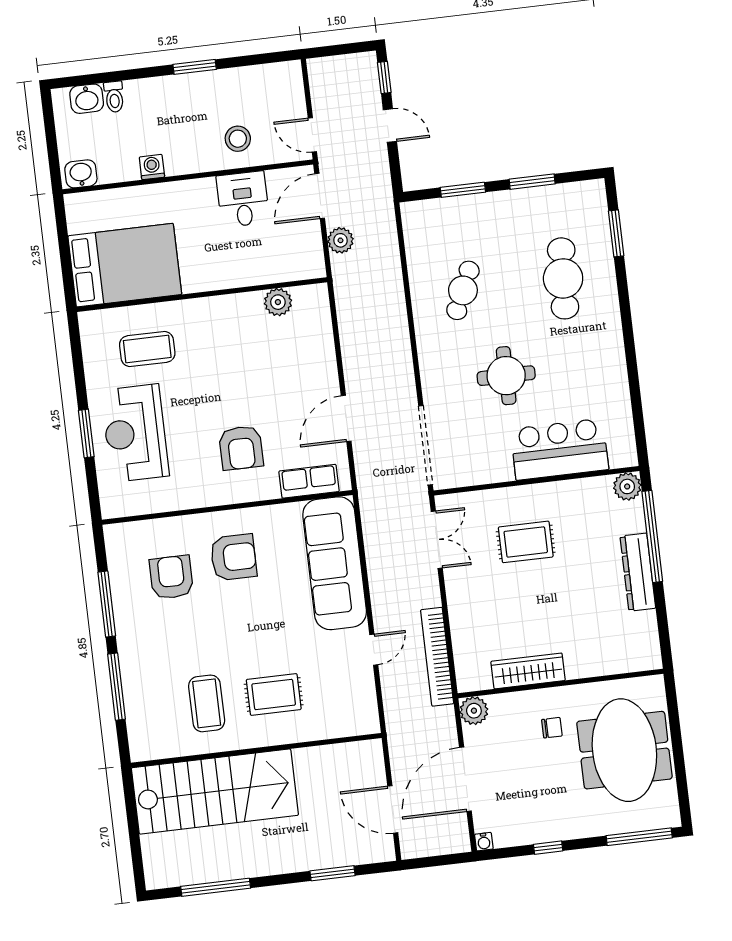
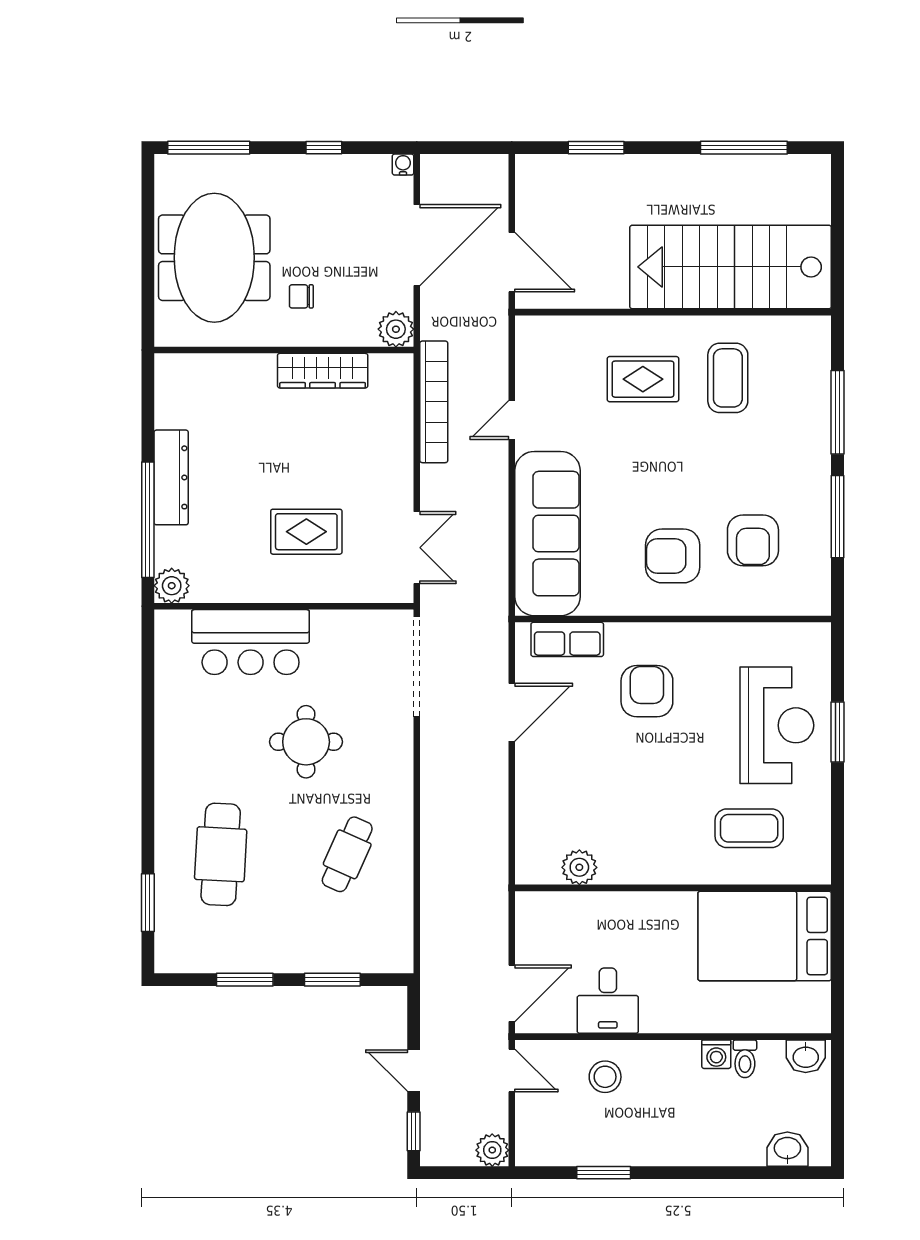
window: (195, 67) -> (604, 1173), moved
toilet: (114, 97) -> (745, 1059), moved, turned 180
plant: (340, 240) -> (492, 1150), moved
double door: (437, 540) -> (417, 548), swing flipped
door: (393, 809) -> (512, 262), moved

